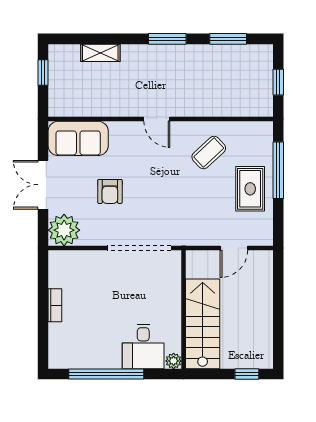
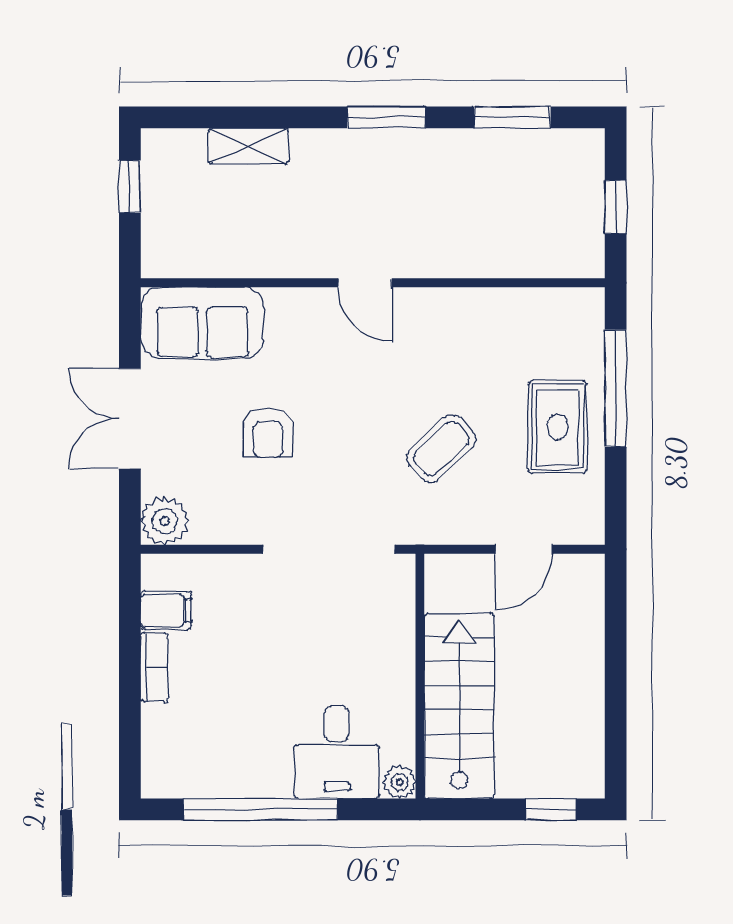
coffee table: (209, 153) -> (441, 448), moved
plant: (64, 230) -> (165, 521), width x0.73, depth x0.73
filing cabinet: (61, 278) -> (166, 610), added

